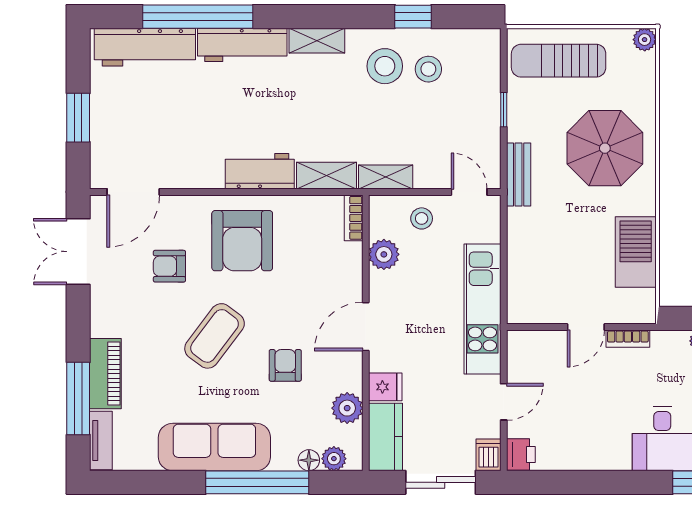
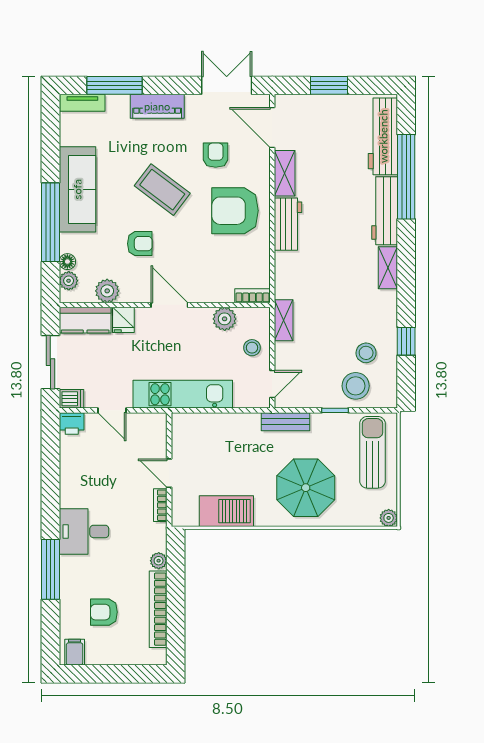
stool: (385, 66) -> (356, 386), moved
shelving: (326, 176) -> (285, 173), moved
piano: (105, 374) -> (157, 106), moved

